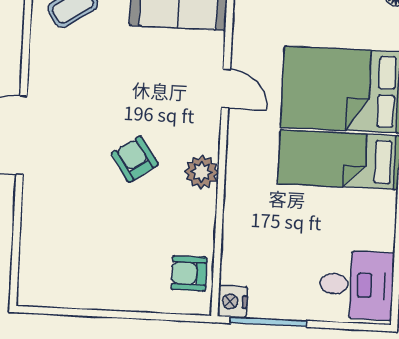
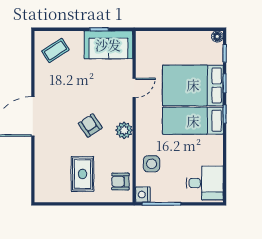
door: (226, 88) -> (134, 88), hinge flipped
side table: (253, 241) -> (151, 164), added
rug: (114, 255) -> (82, 174), added

